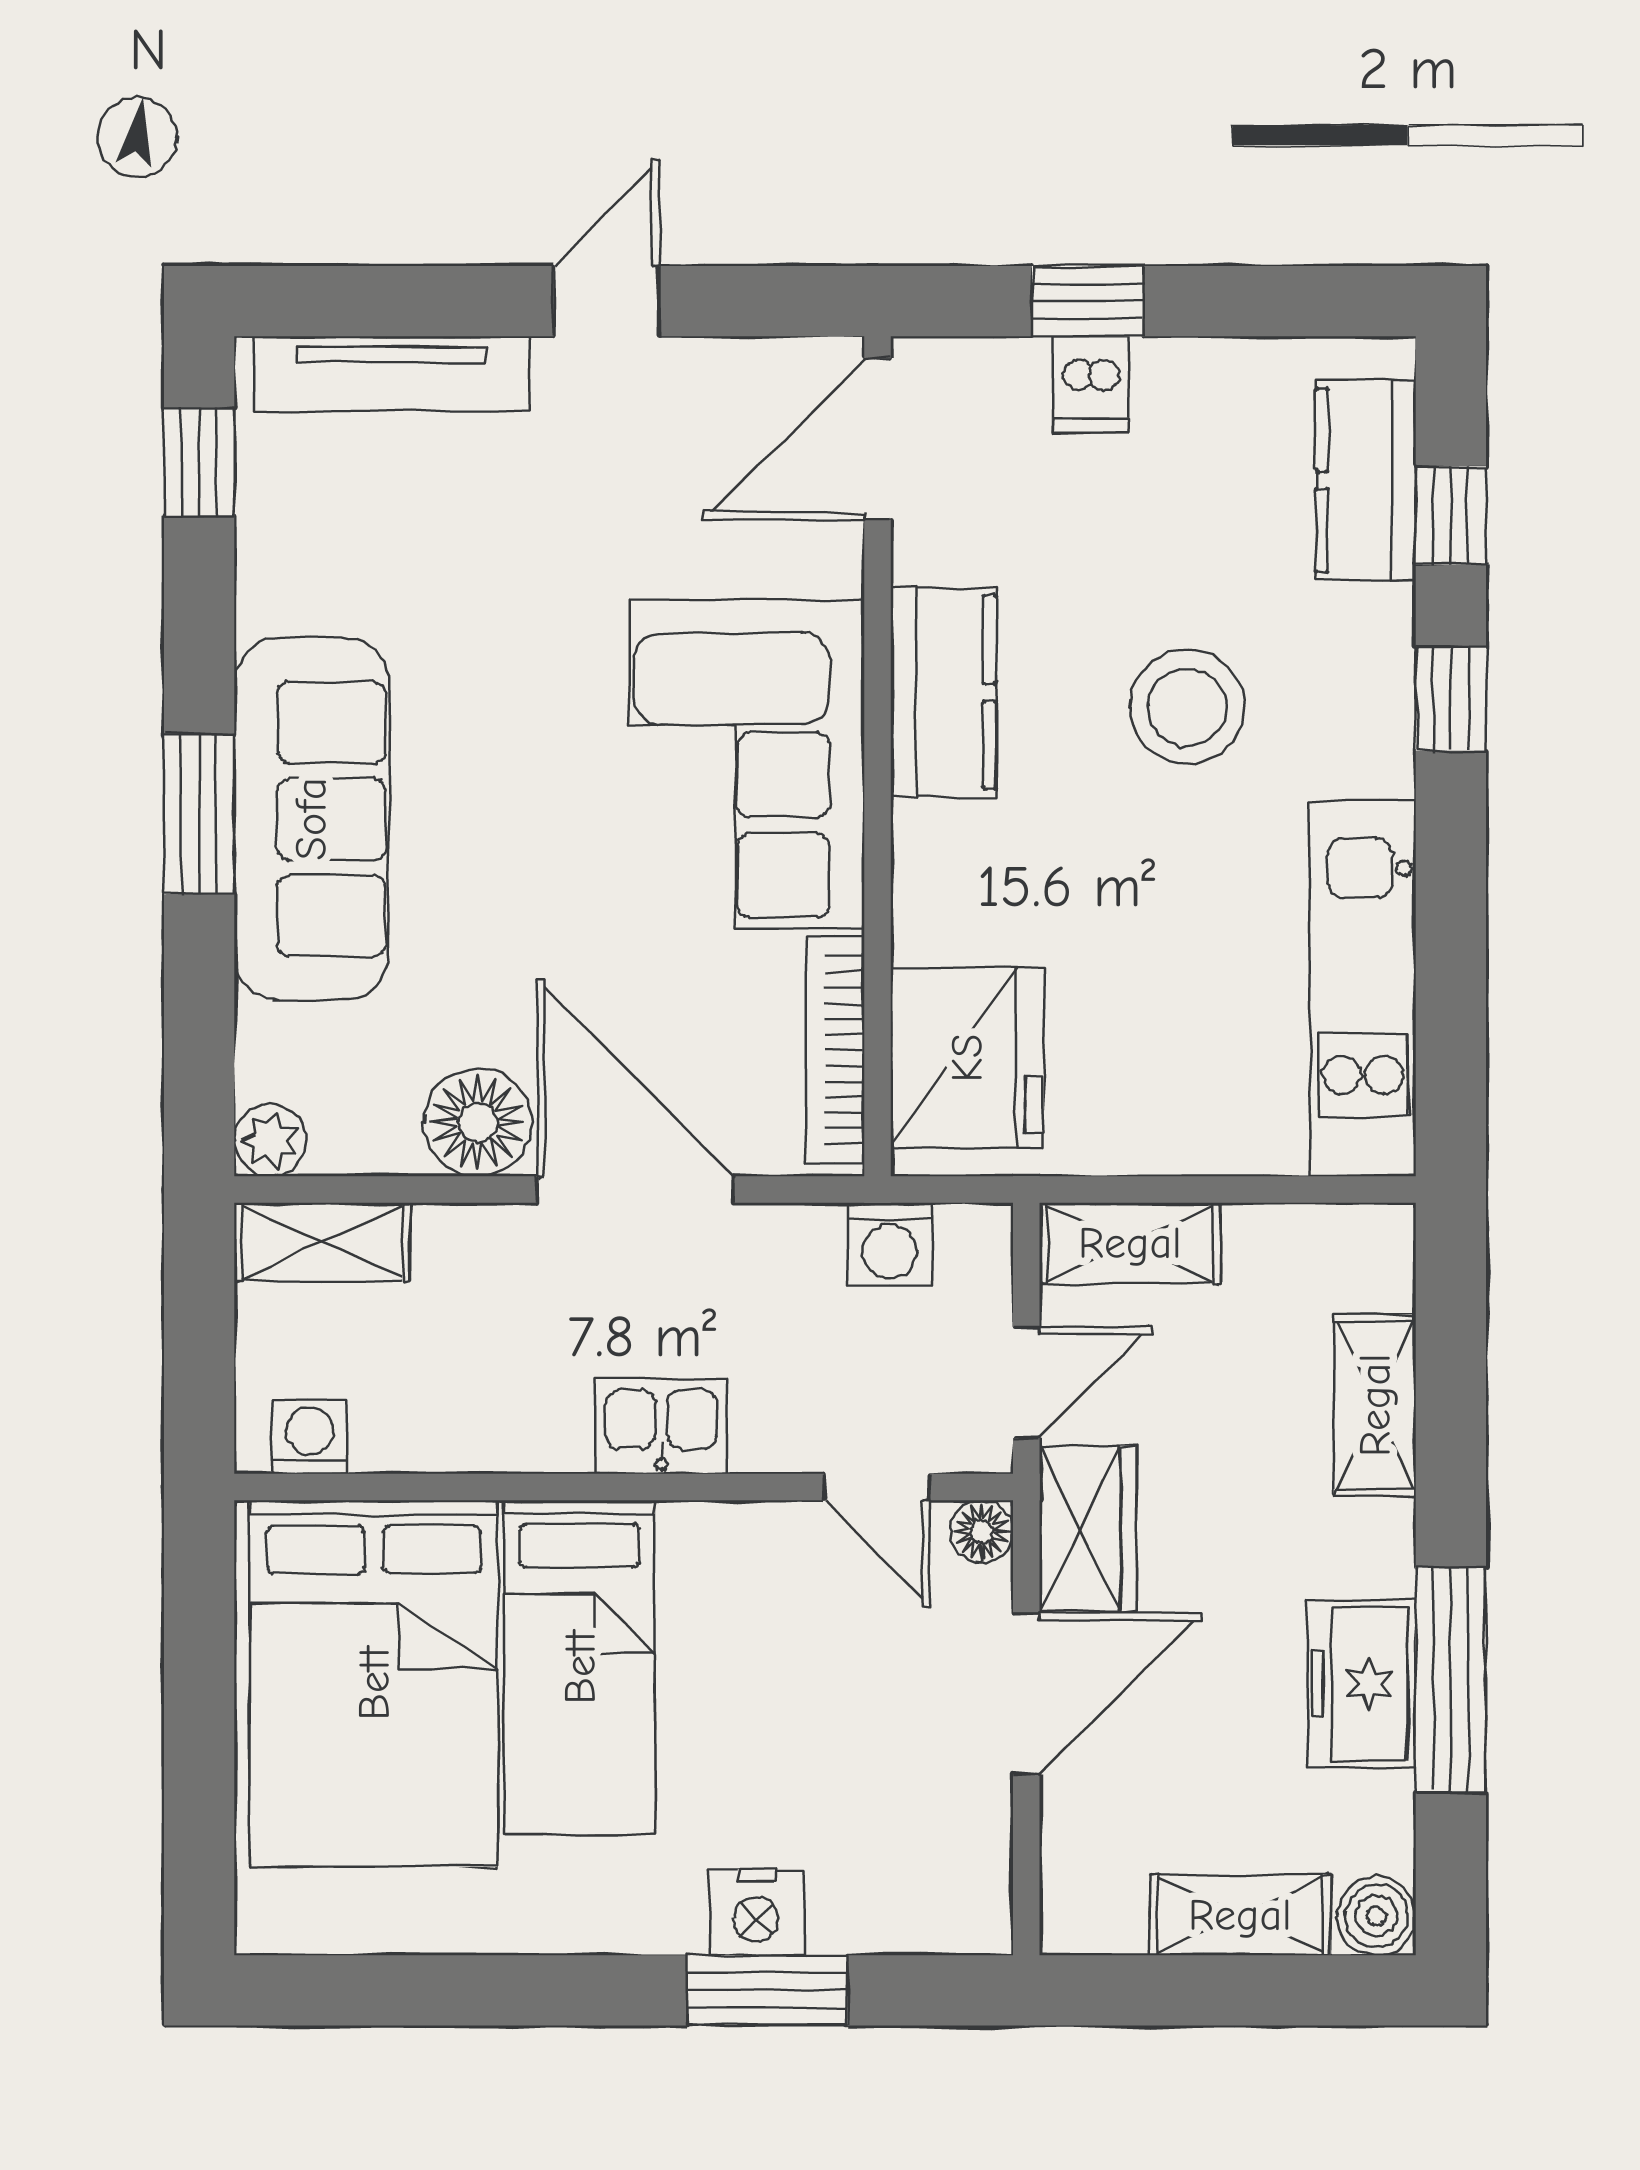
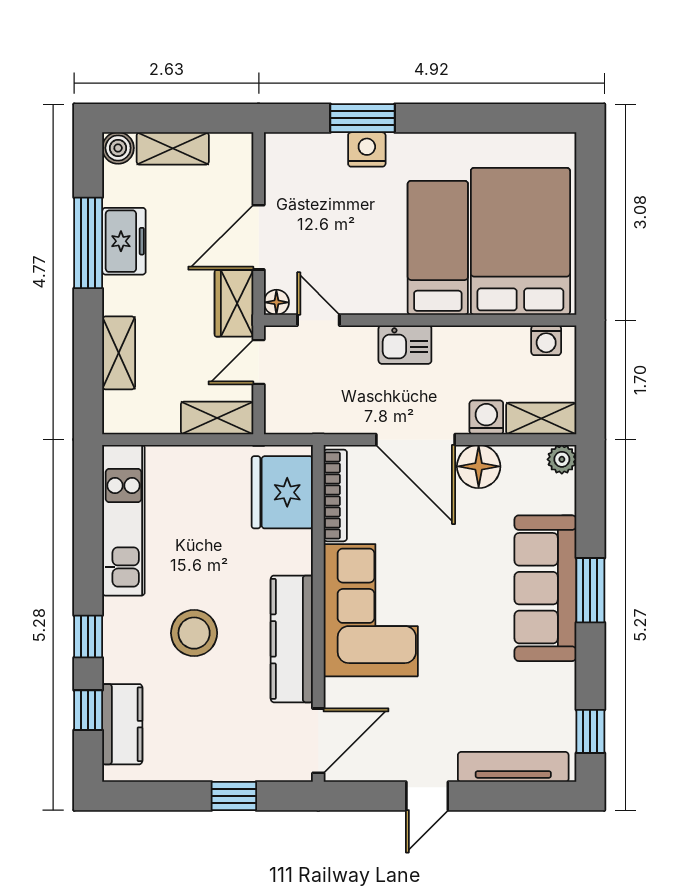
dishwasher: (1090, 385) -> (233, 762), removed
kitchen counter: (943, 693) -> (292, 639), width x1.50
washing machine: (890, 1245) -> (486, 417), moved

